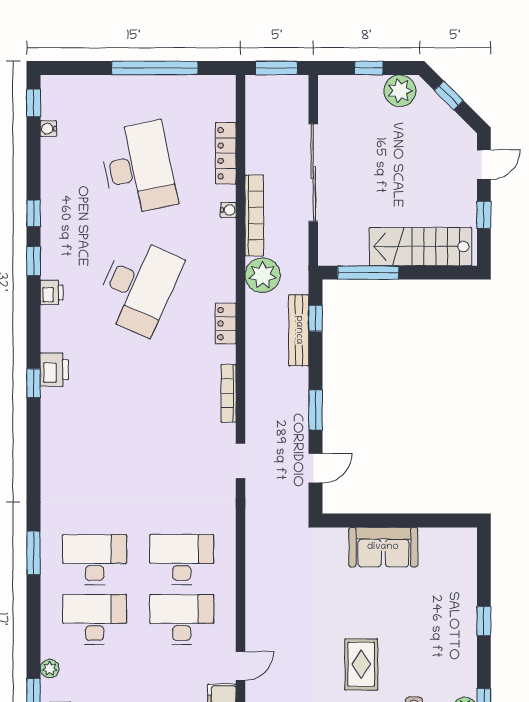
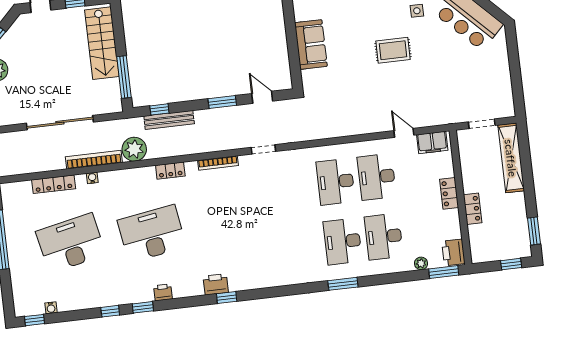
desk: (138, 286) -> (152, 234), turned -33

